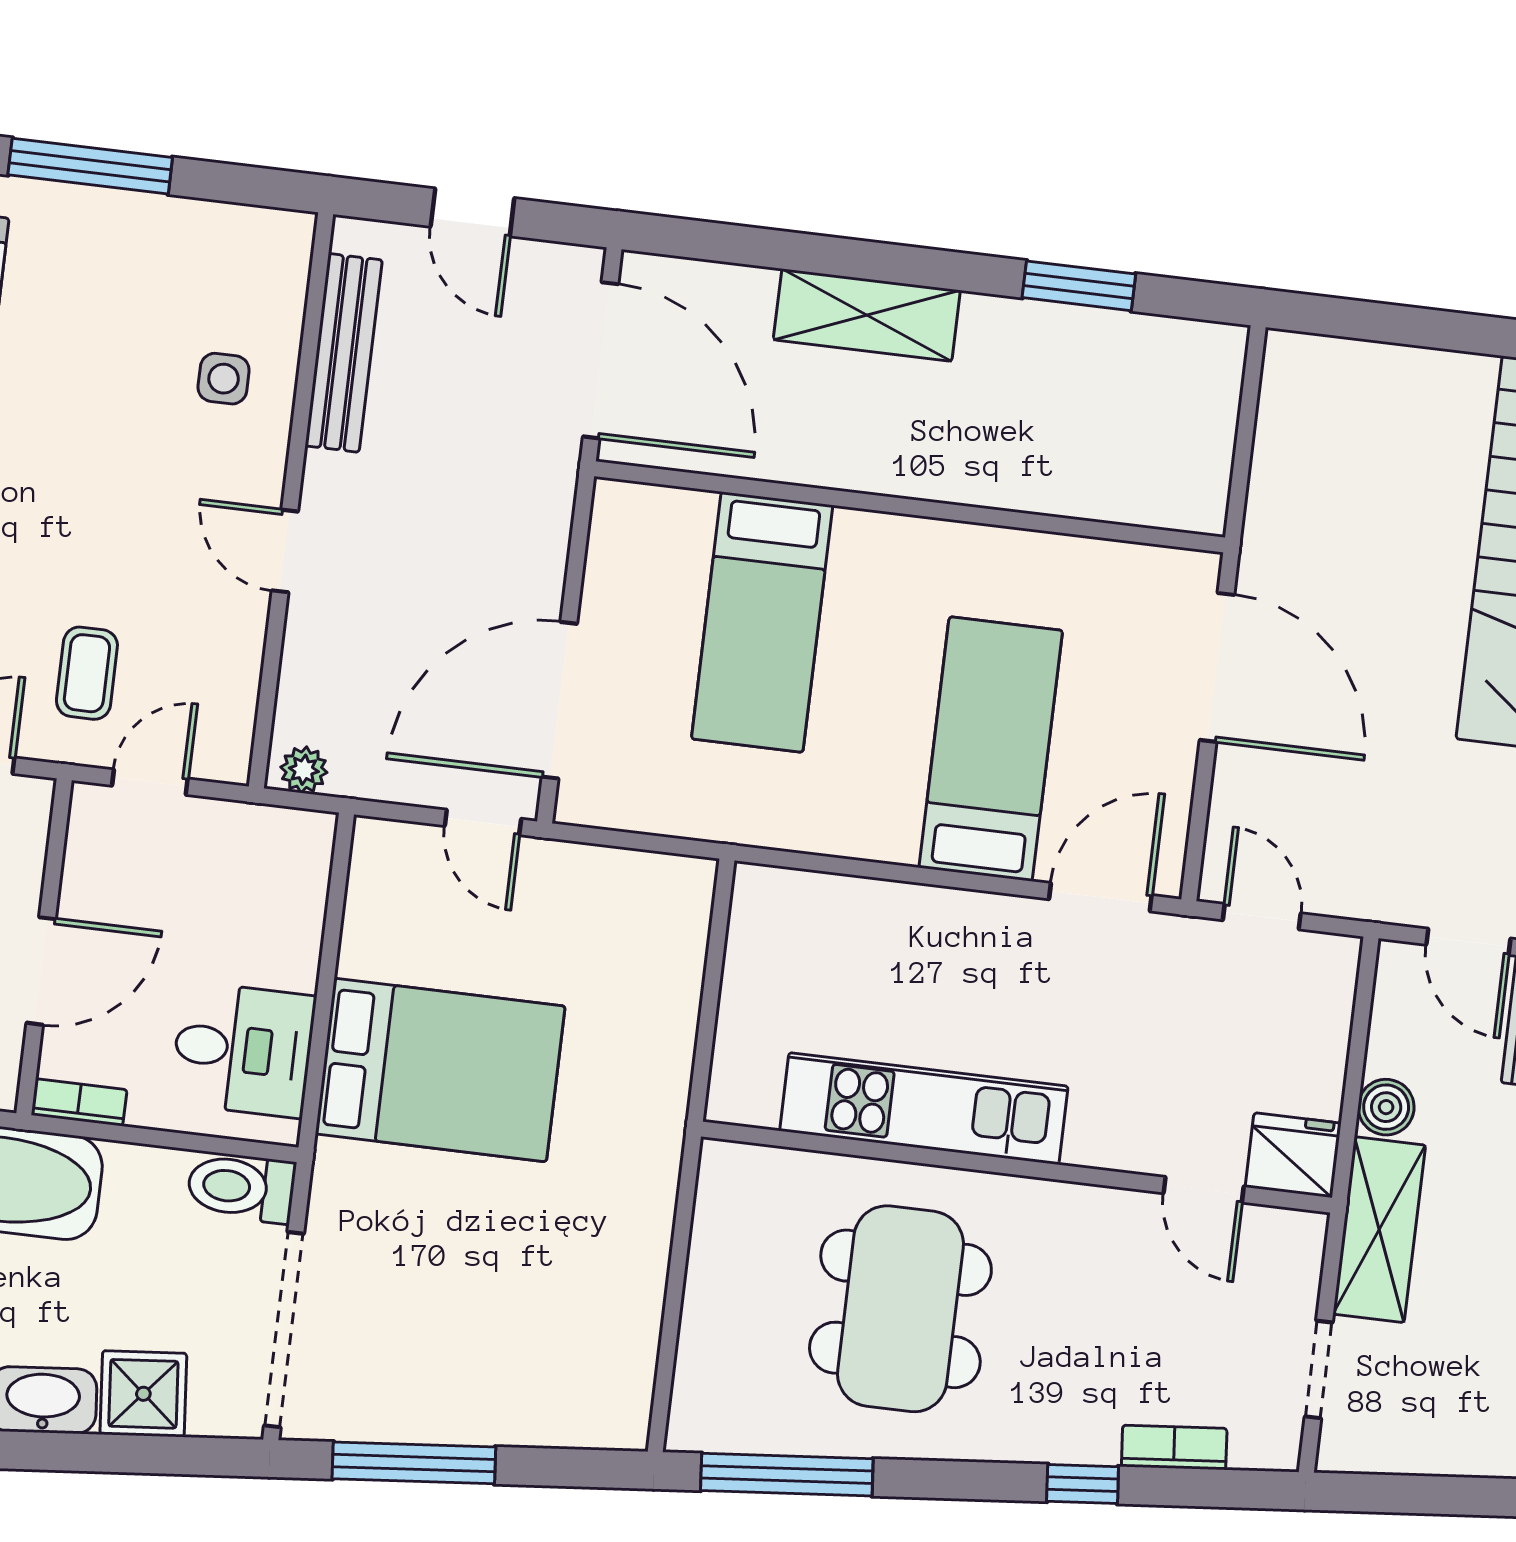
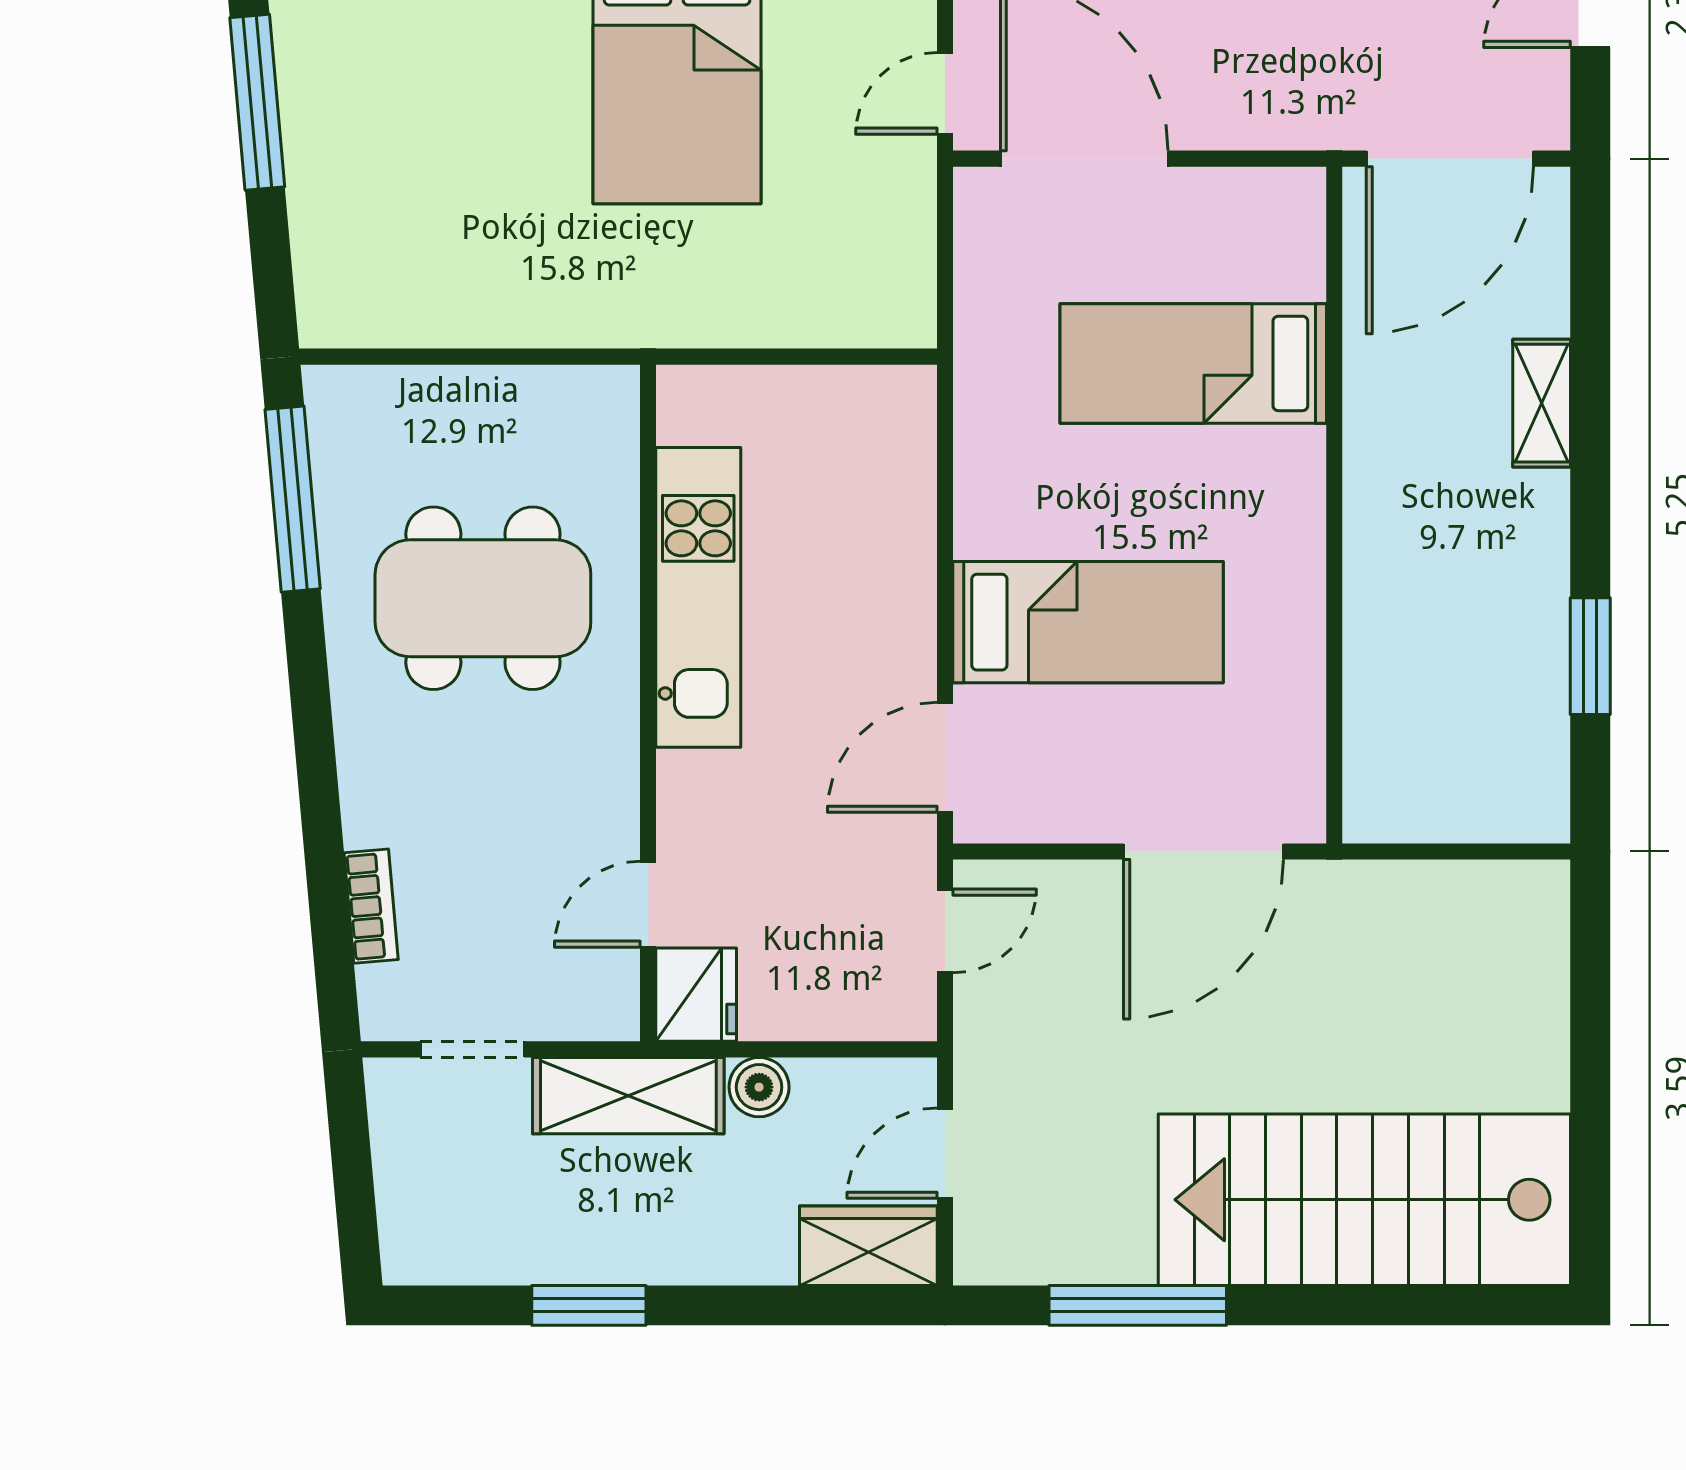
shelving: (867, 315) -> (1542, 403), width x0.67, depth x0.75
door: (1100, 897) -> (945, 757), swing flipped
window: (1083, 1484) -> (321, 814), removed

